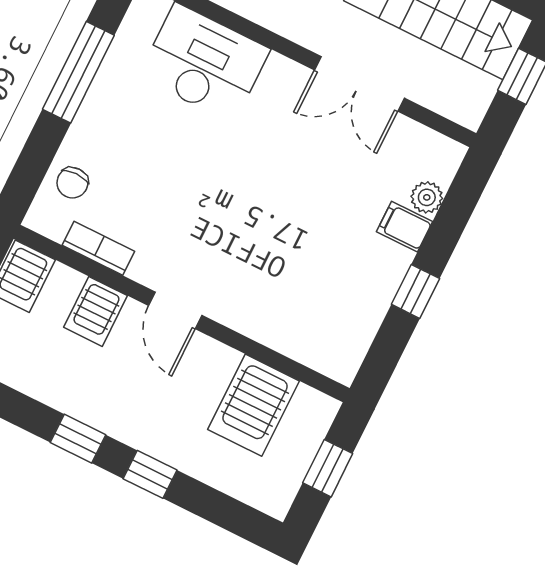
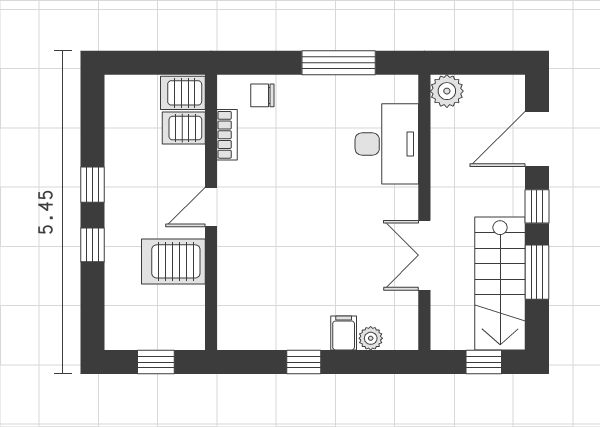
server rack: (95, 311) -> (184, 128), moved
server rack: (254, 405) -> (173, 261), moved

